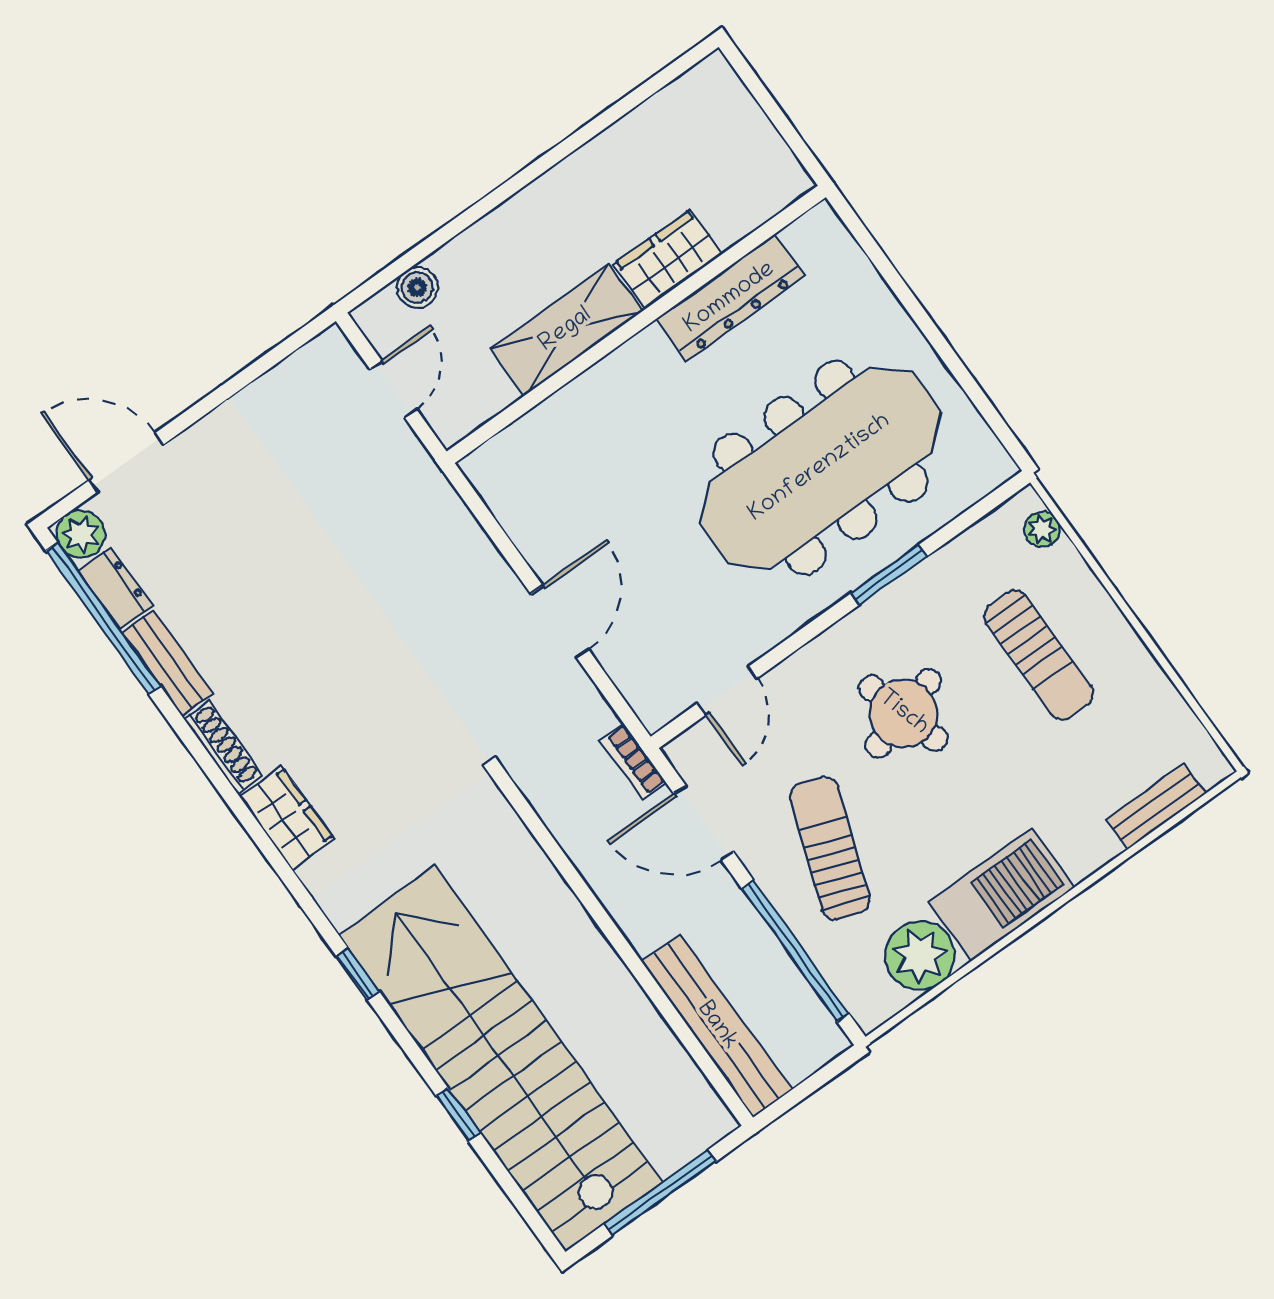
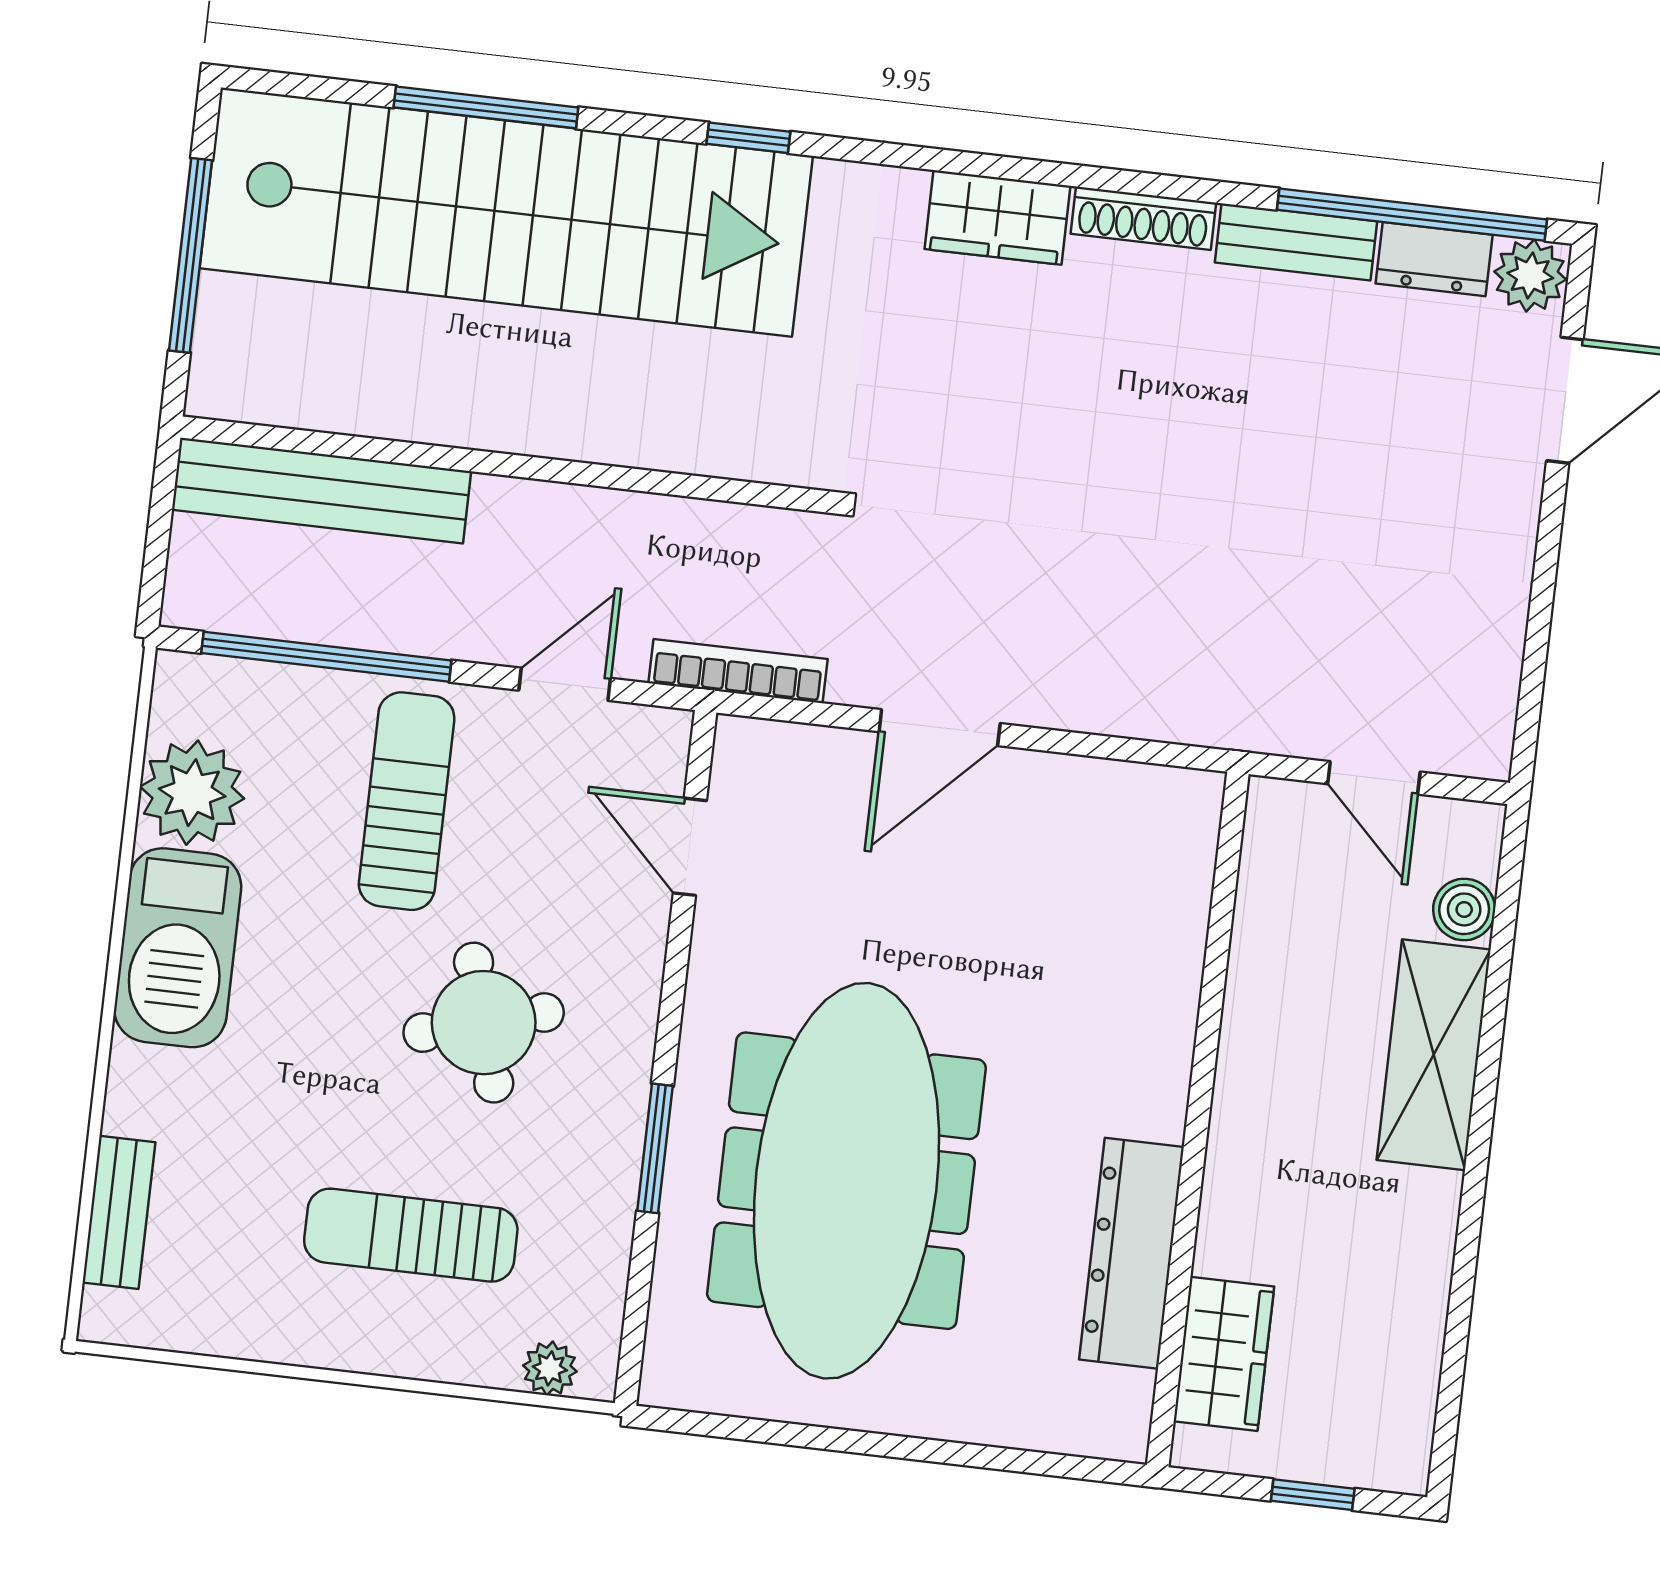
window: (768, 104) -> (1313, 1495), added
wardrobe: (668, 259) -> (1224, 1354), moved
shelving: (566, 330) -> (1434, 1055), moved
door: (560, 622) -> (940, 728), hinge flipped
bookcase: (633, 761) -> (738, 671), width x1.56
door: (704, 823) -> (565, 684), width x0.73
sun lounger: (830, 848) -> (407, 801), turned -110
window: (458, 1115) -> (486, 107), width x2.17

